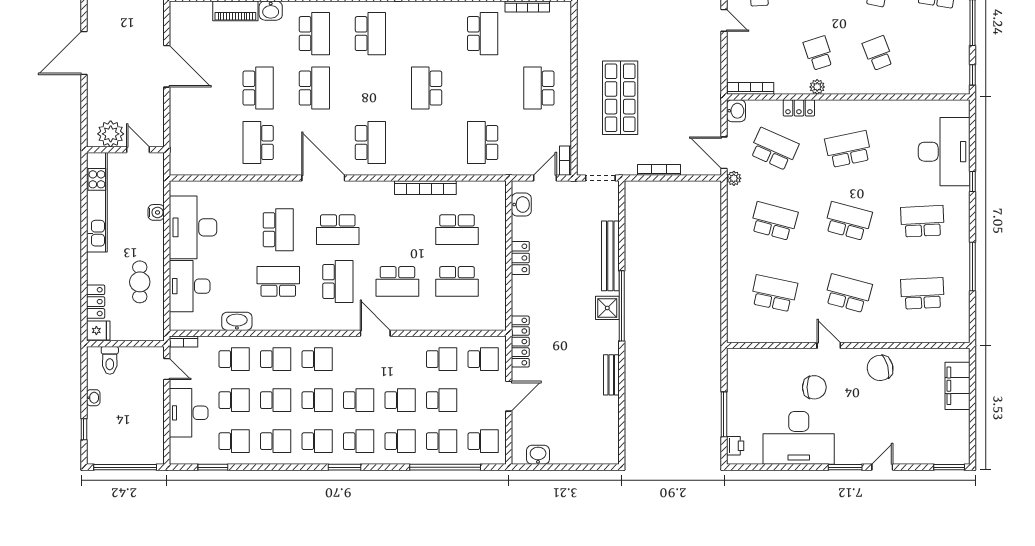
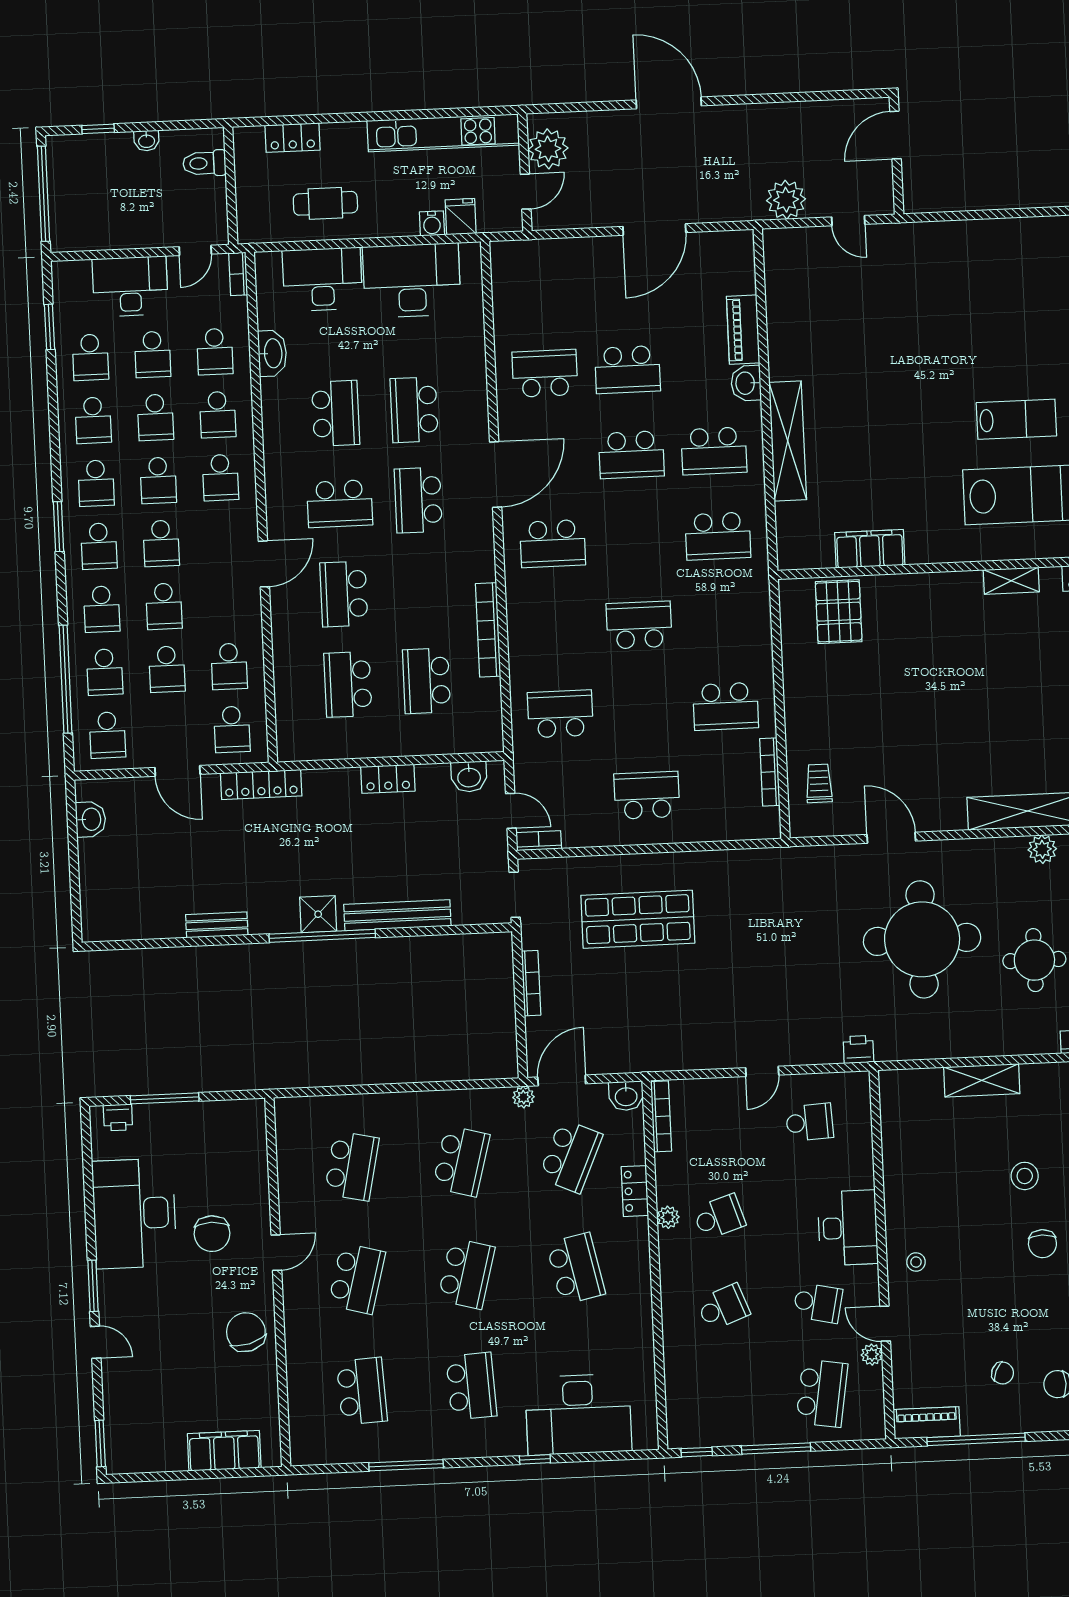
school desk: (278, 230) -> (414, 410), turned 90
fridge: (98, 331) -> (461, 217), moved, turned 180

